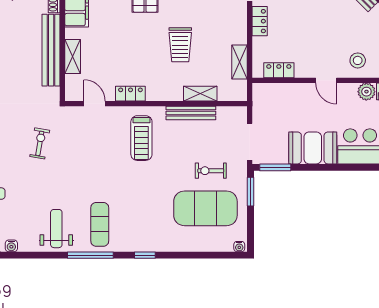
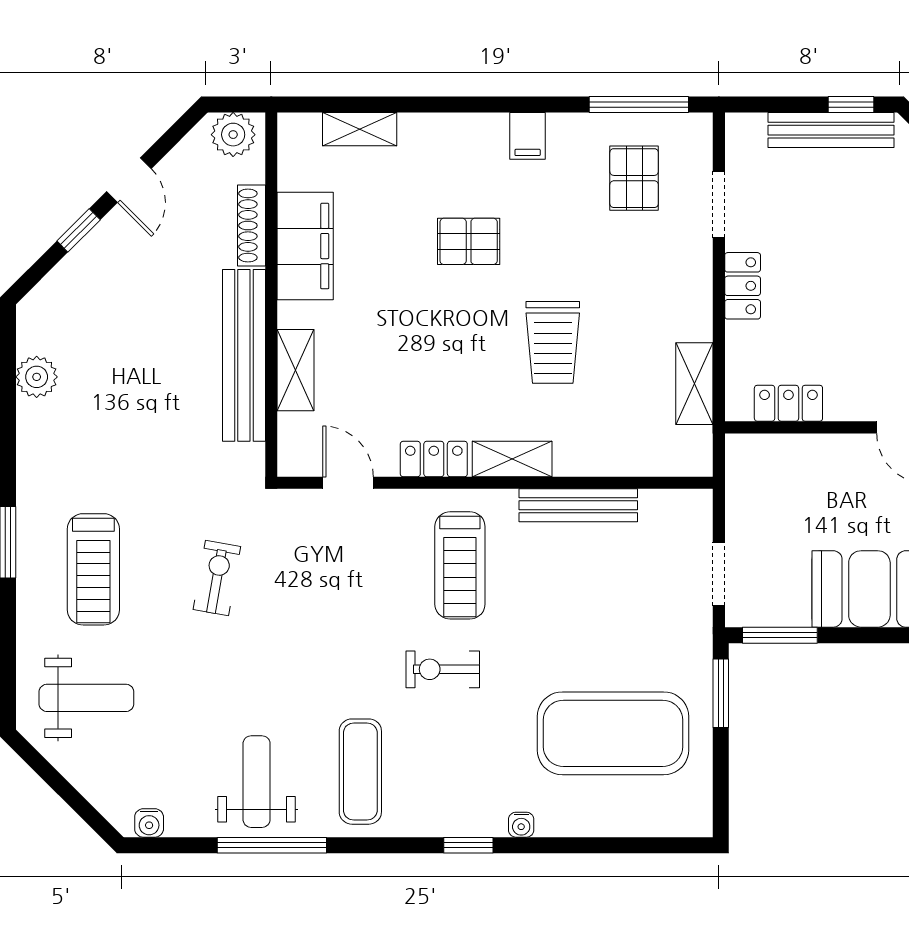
shelving: (200, 94) -> (512, 459), moved
doorway: (250, 142) -> (719, 574), width x0.73
exercise bike: (211, 171) -> (443, 669), moved
water cooler: (239, 247) -> (521, 825), moved
window: (90, 255) -> (272, 845), moved

